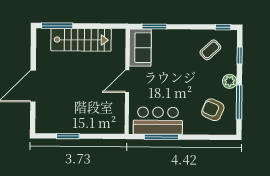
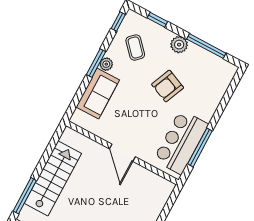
window: (154, 27) -> (96, 63), moved
plant: (187, 35) -> (106, 64), added
sofa: (140, 48) -> (98, 94), moved, turned 90
armchair: (213, 110) -> (168, 86), moved

